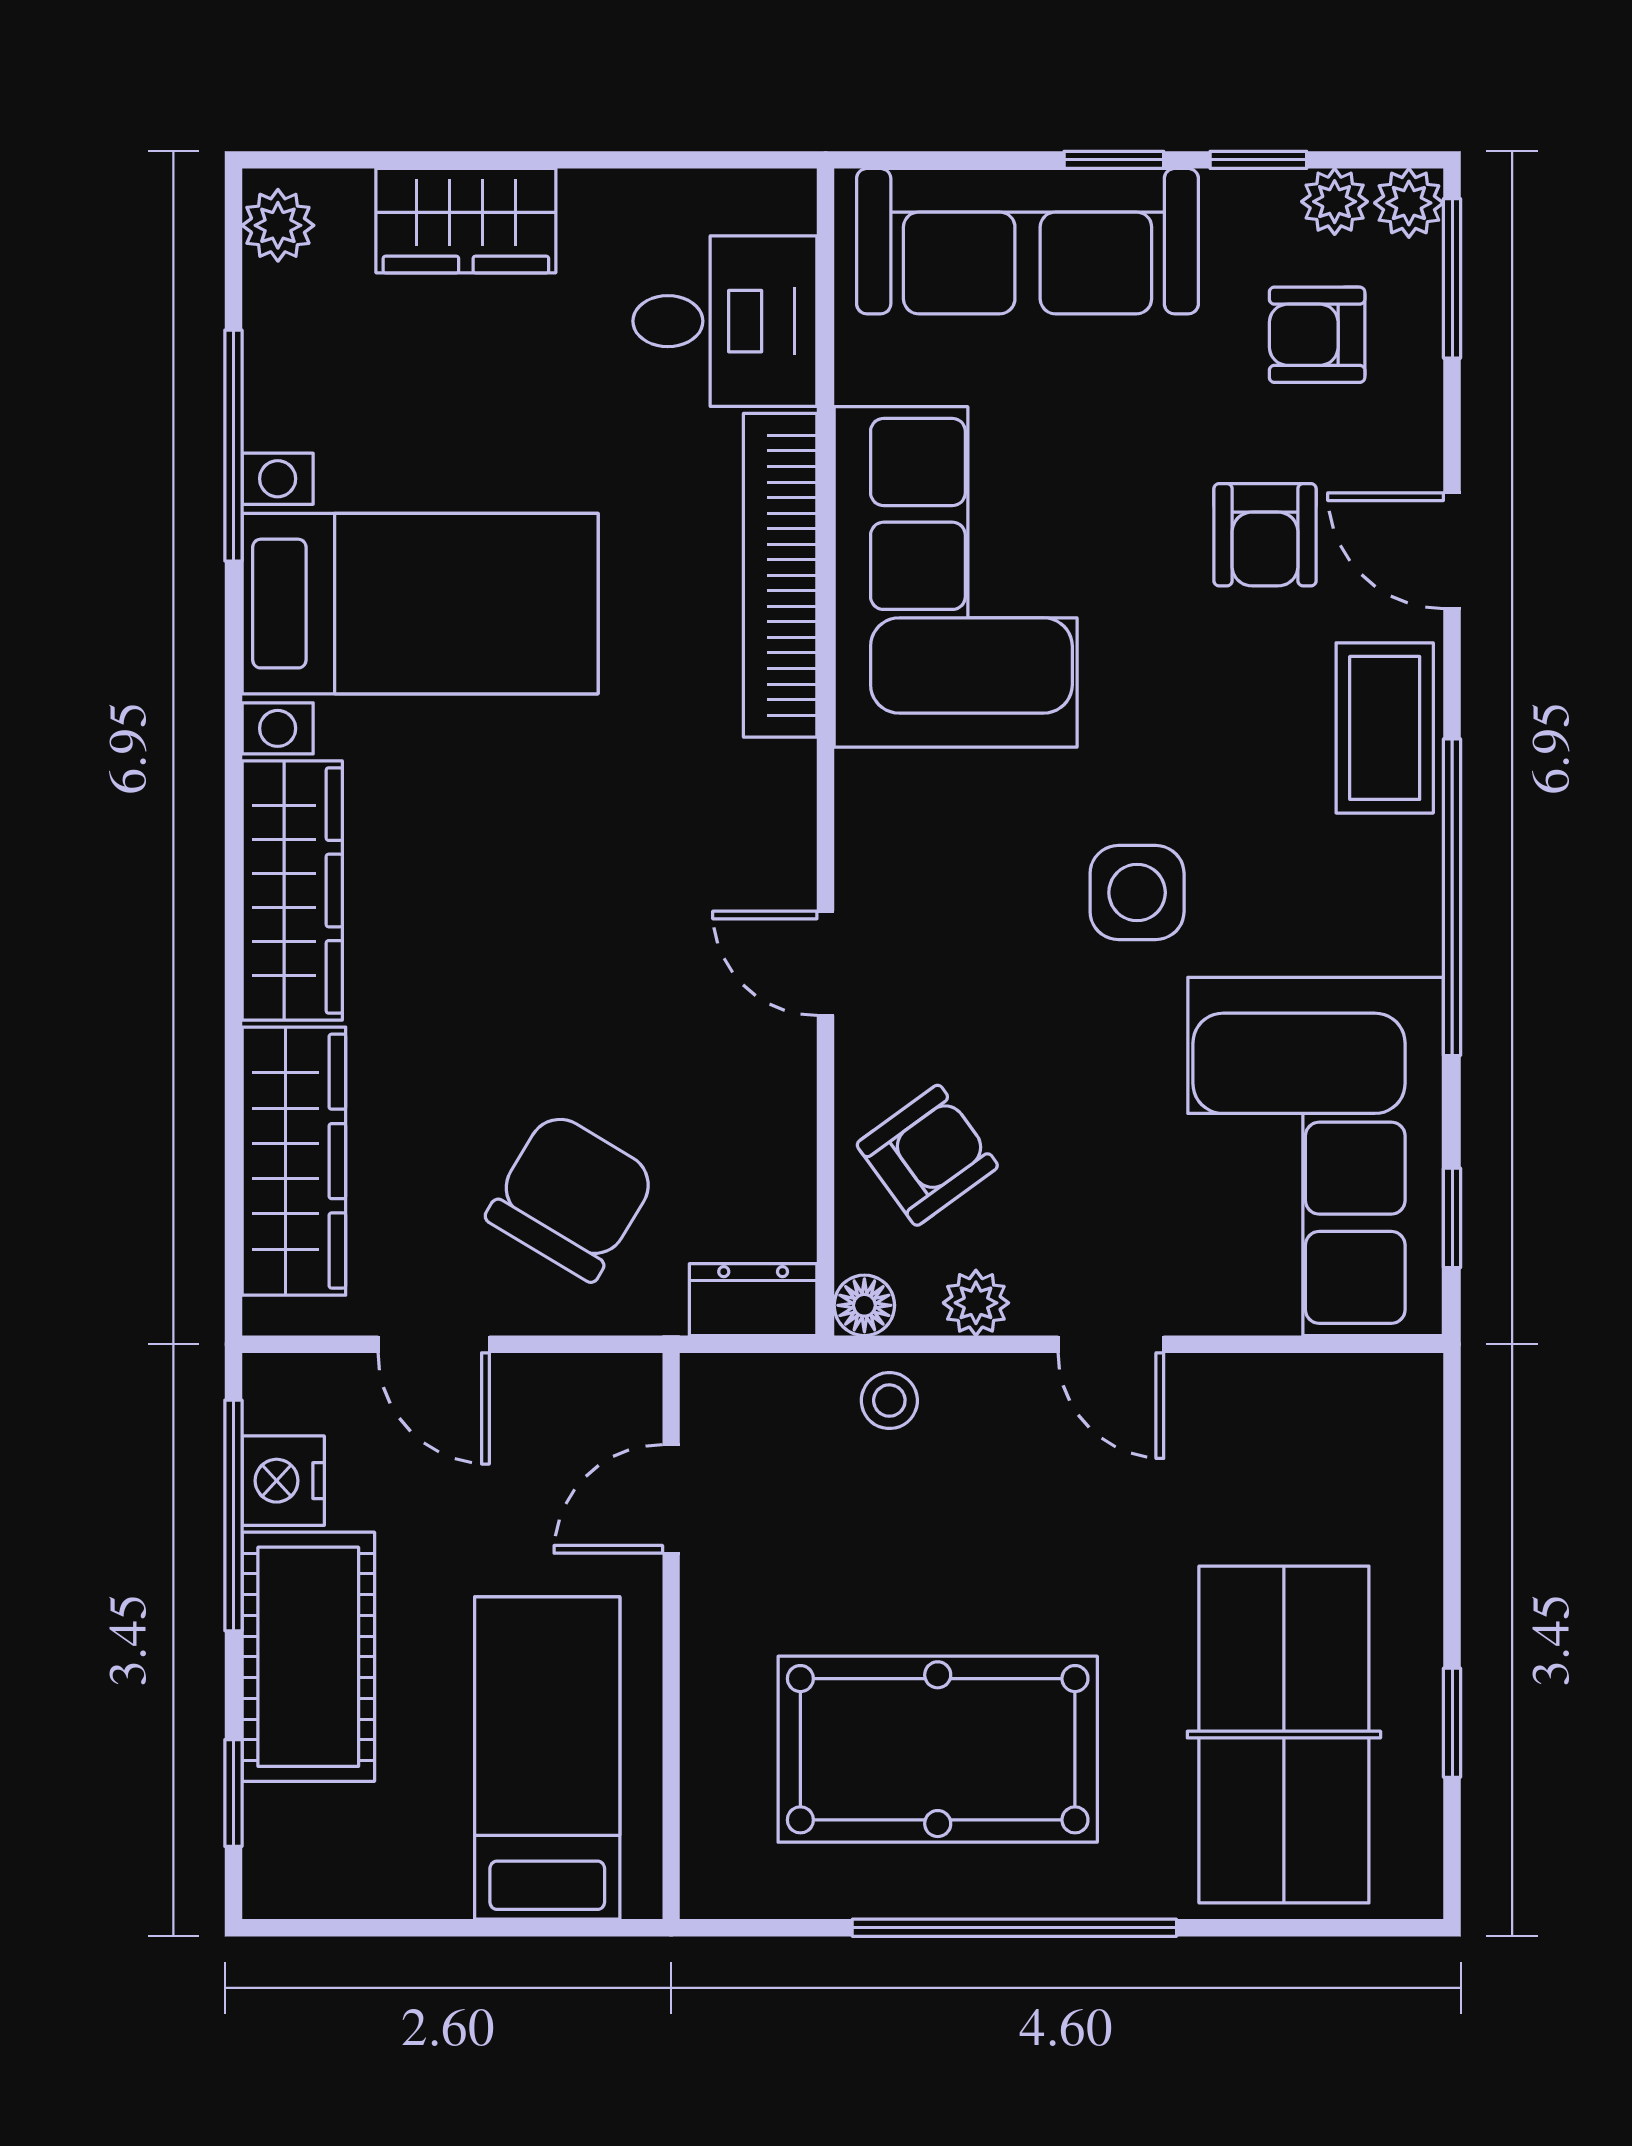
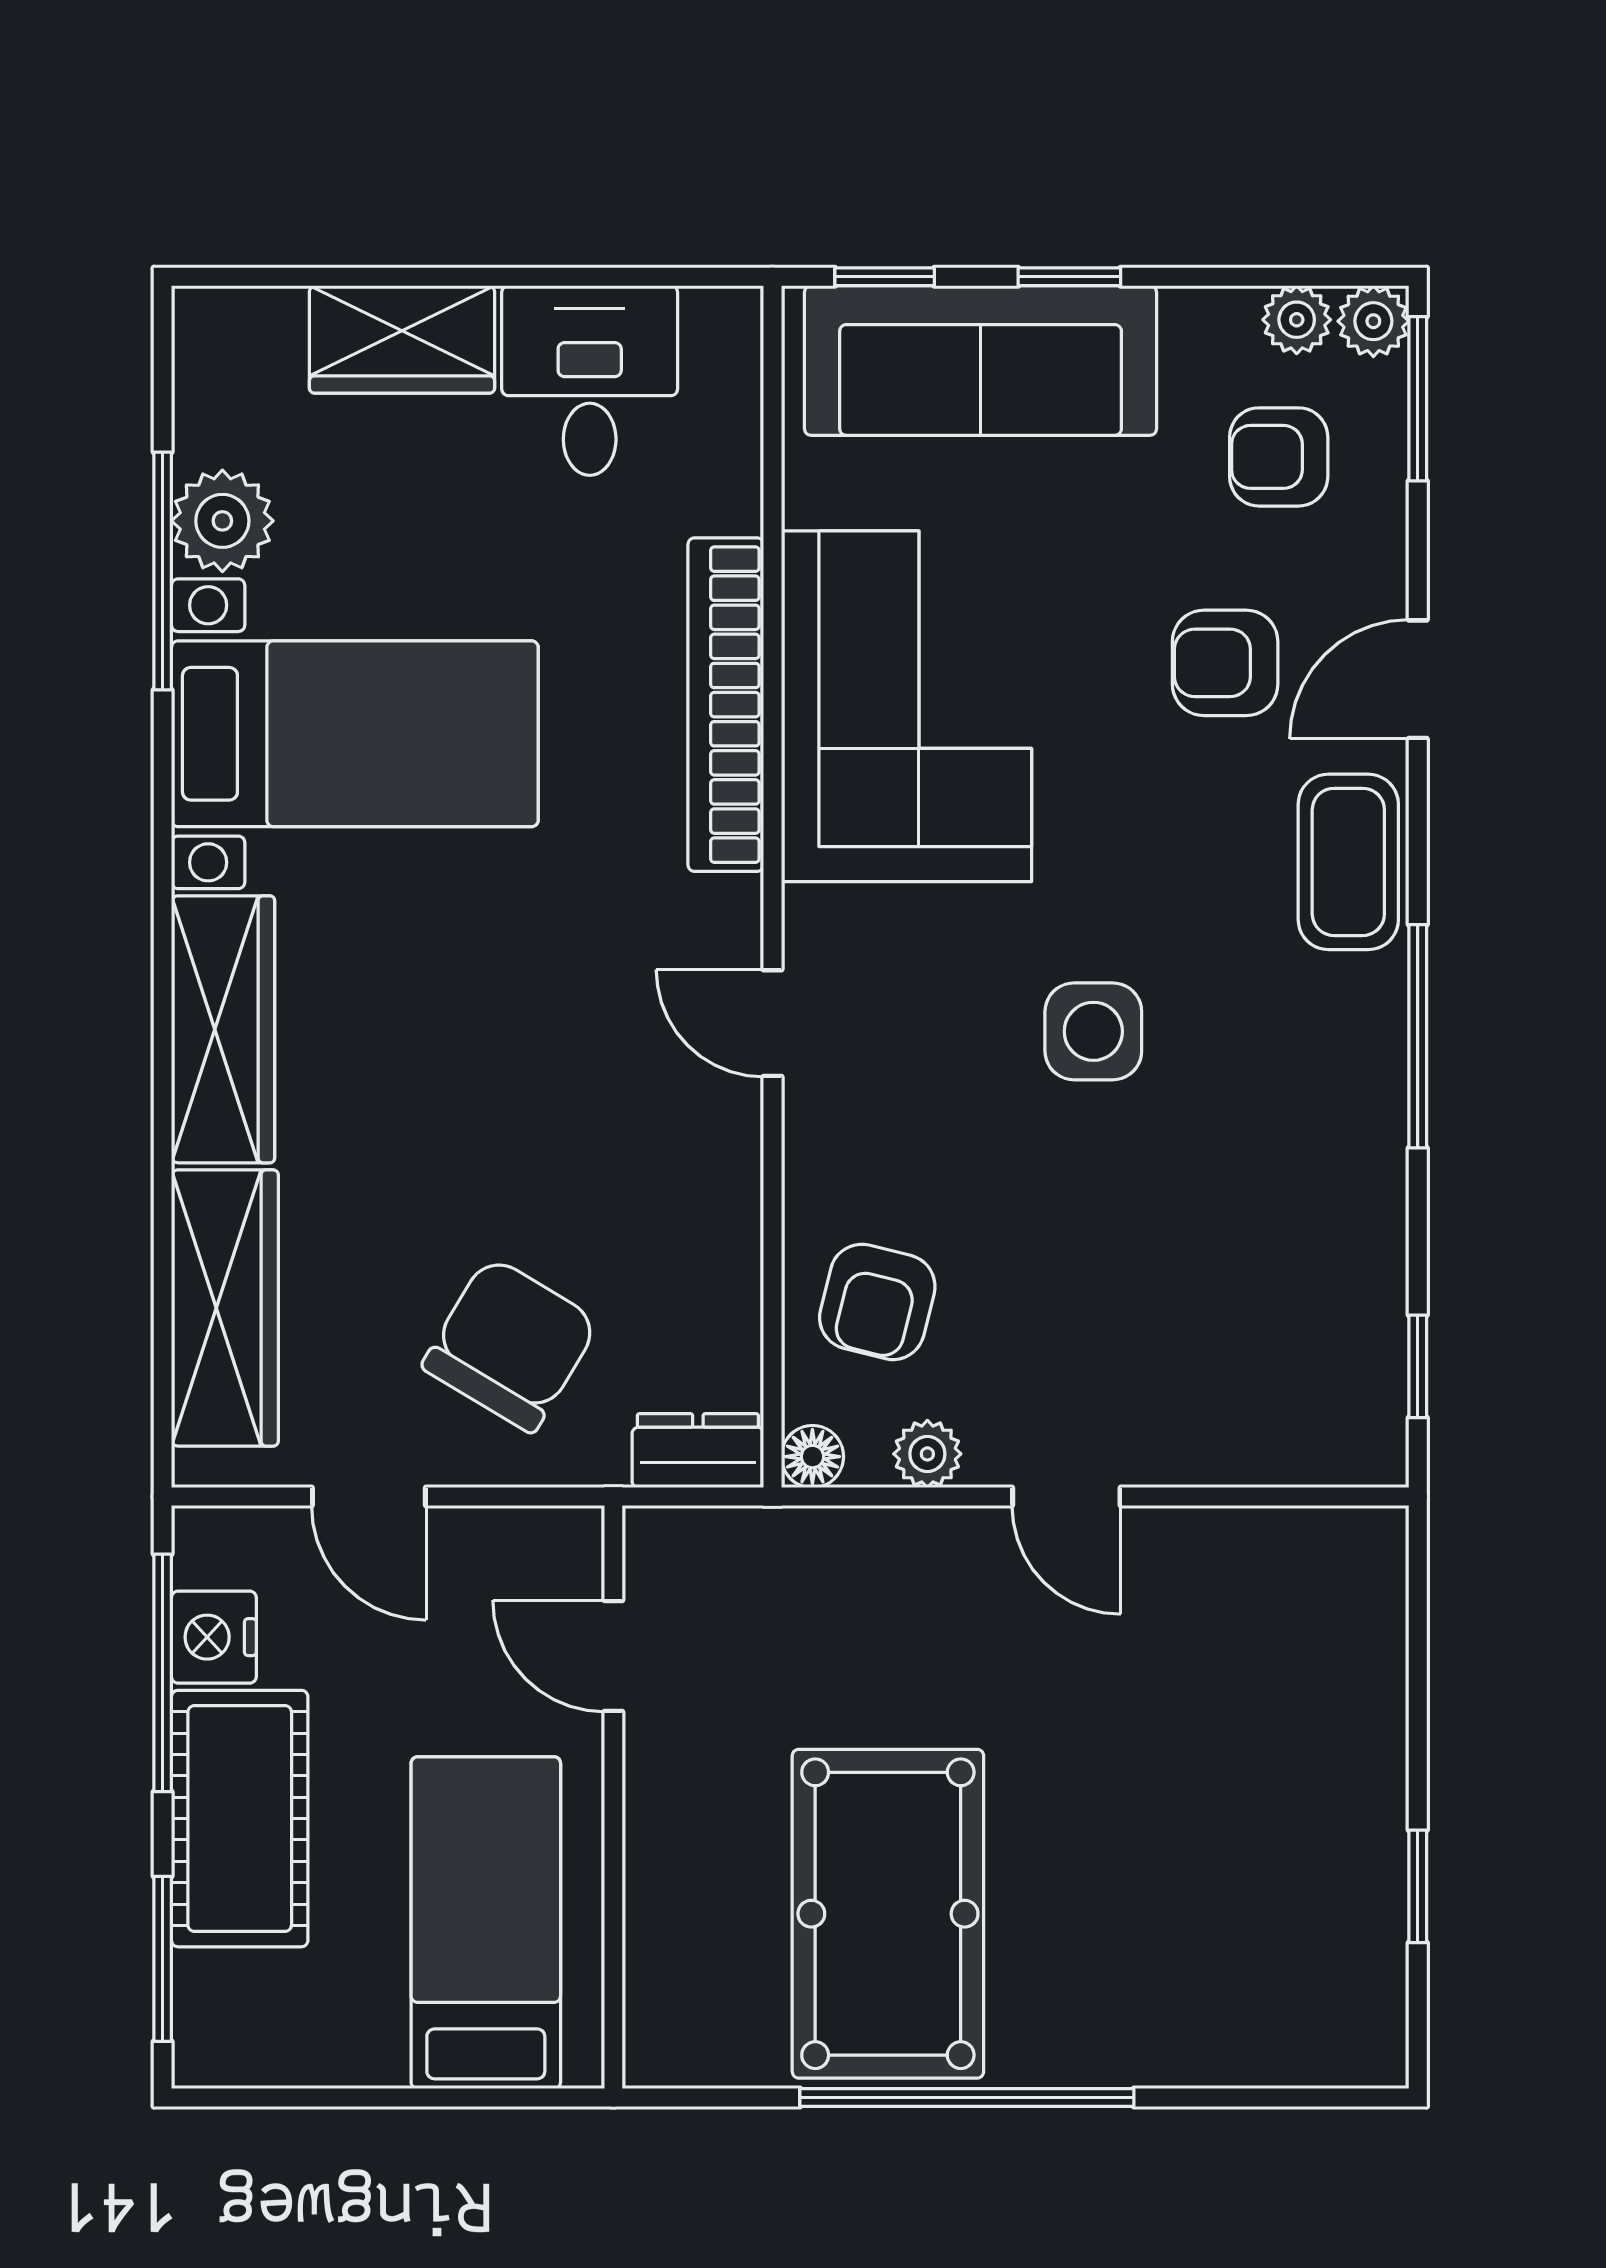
window: (1258, 160) -> (885, 277), moved
plant: (278, 225) -> (222, 521), moved, width x1.38, depth x1.38
desk: (725, 321) -> (590, 380), moved, turned -90
armchair: (1265, 535) -> (1225, 663), turned 90
door: (1452, 551) -> (1418, 679), hinge flipped
window: (1452, 897) -> (1418, 1036), width x0.68
door: (826, 963) -> (772, 1023), moved
armchair: (927, 1155) -> (877, 1302), turned 140
corner sofa: (1316, 1156) -> (1277, 1303), removed
stool: (889, 1401) -> (838, 1555), removed
door: (671, 1499) -> (613, 1656), hinge flipped
table tennis table: (1284, 1735) -> (1245, 1899), removed
pool table: (938, 1749) -> (888, 1914), turned 90
window: (233, 1793) -> (163, 1959), width x1.50

